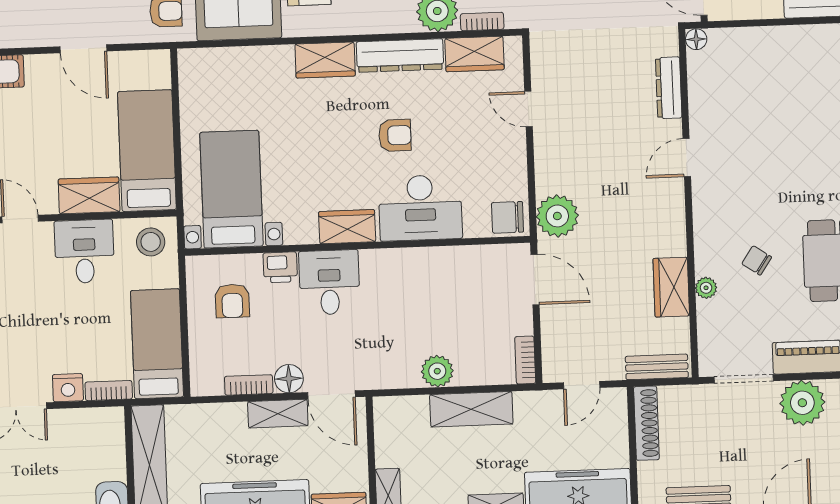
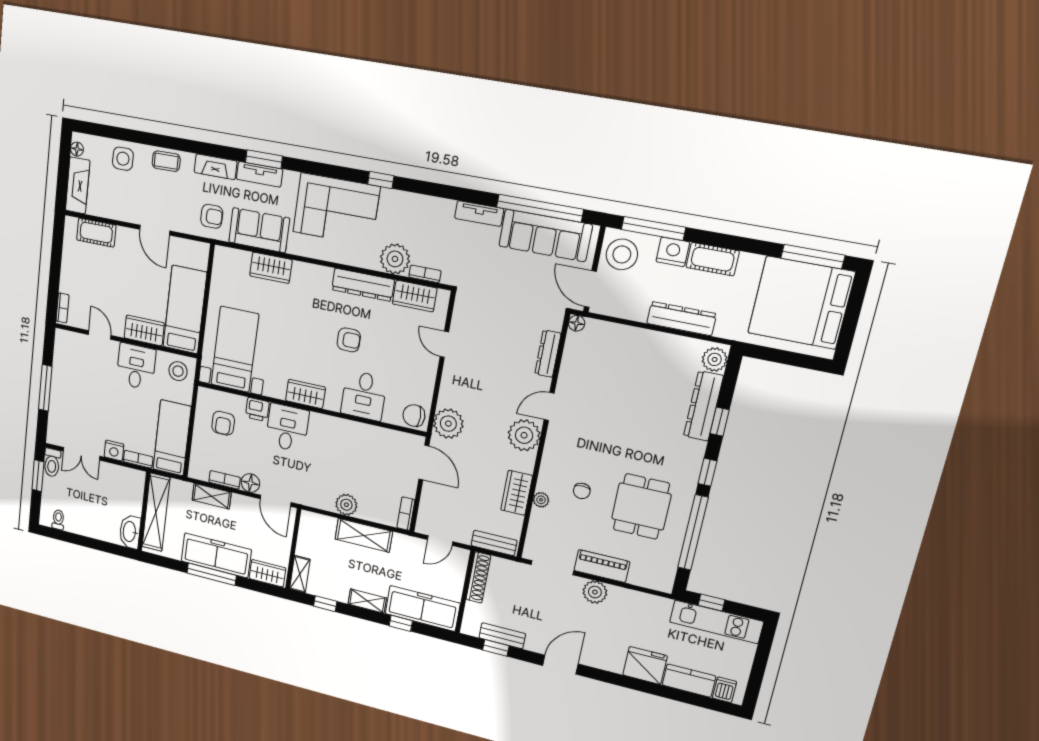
wardrobe: (325, 60) -> (271, 268), moved
plant: (663, 205) -> (524, 435), added
desk: (420, 208) -> (364, 395), width x0.73
chair: (757, 260) -> (582, 491), turned -124
plant: (802, 403) -> (595, 592), width x0.73, depth x0.73
shelving: (278, 414) -> (212, 496), moved

